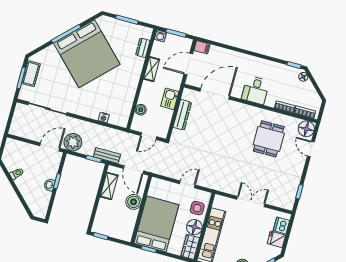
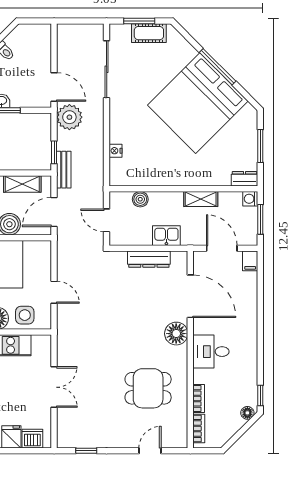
dresser: (143, 48) -> (245, 179), moved
floor lamp: (306, 129) -> (176, 334), moved

